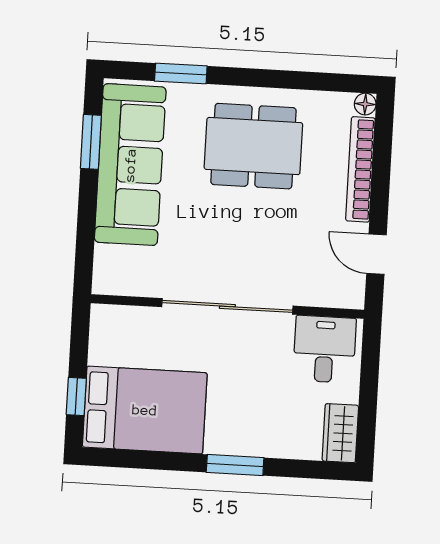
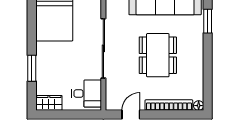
dining table: (253, 146) -> (158, 55), moved
window: (235, 465) -> (32, 68), moved

